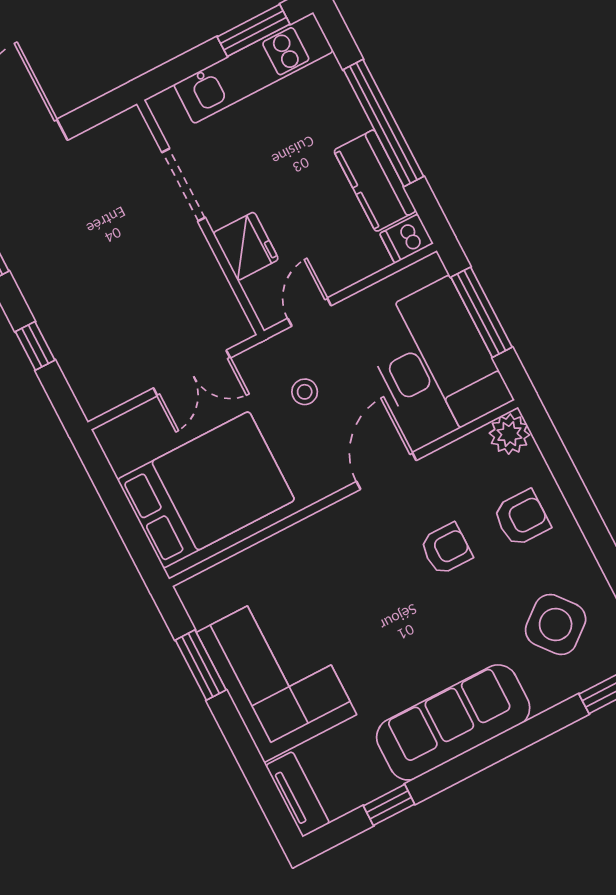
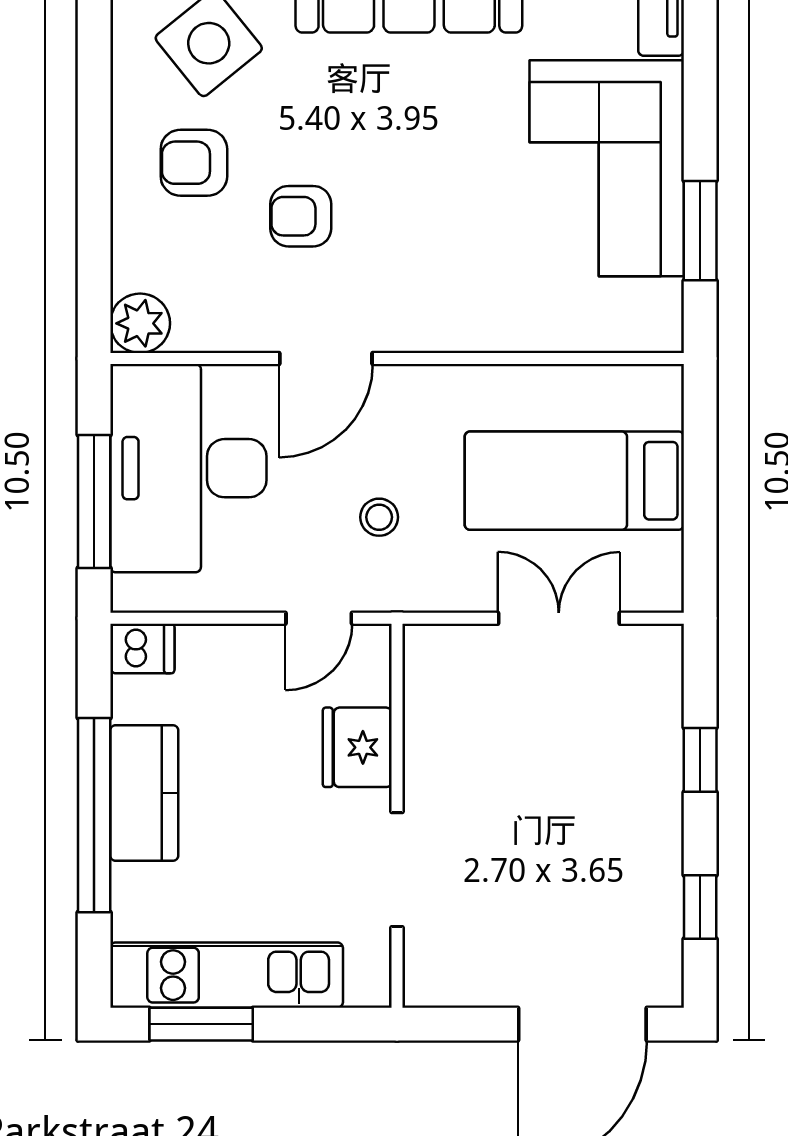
kitchen counter: (375, 181) -> (144, 793), moved
double door: (192, 373) -> (559, 618), moved
bed: (206, 490) -> (574, 481), width x0.67
armchair: (522, 518) -> (194, 163), moved

